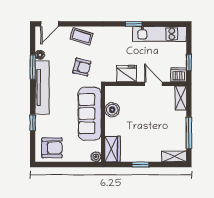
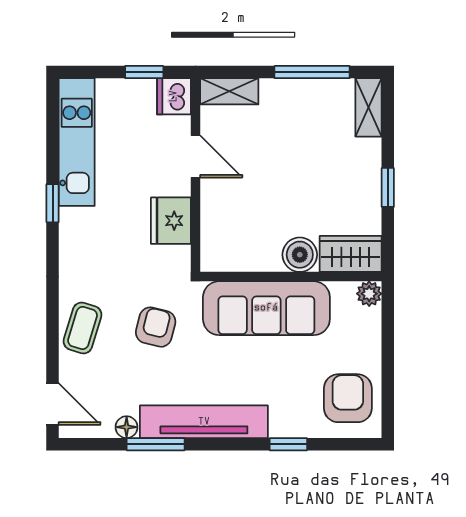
door: (153, 84) -> (196, 156), swing flipped
boiler: (112, 110) -> (300, 255), moved

